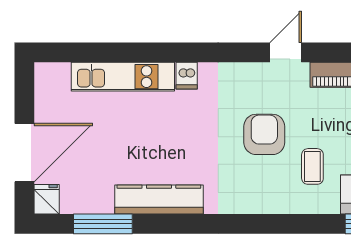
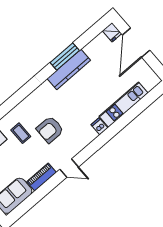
door: (286, 52) -> (69, 168), hinge flipped
armchair: (264, 134) -> (50, 129), turned 90
window: (103, 224) -> (65, 57), moved

